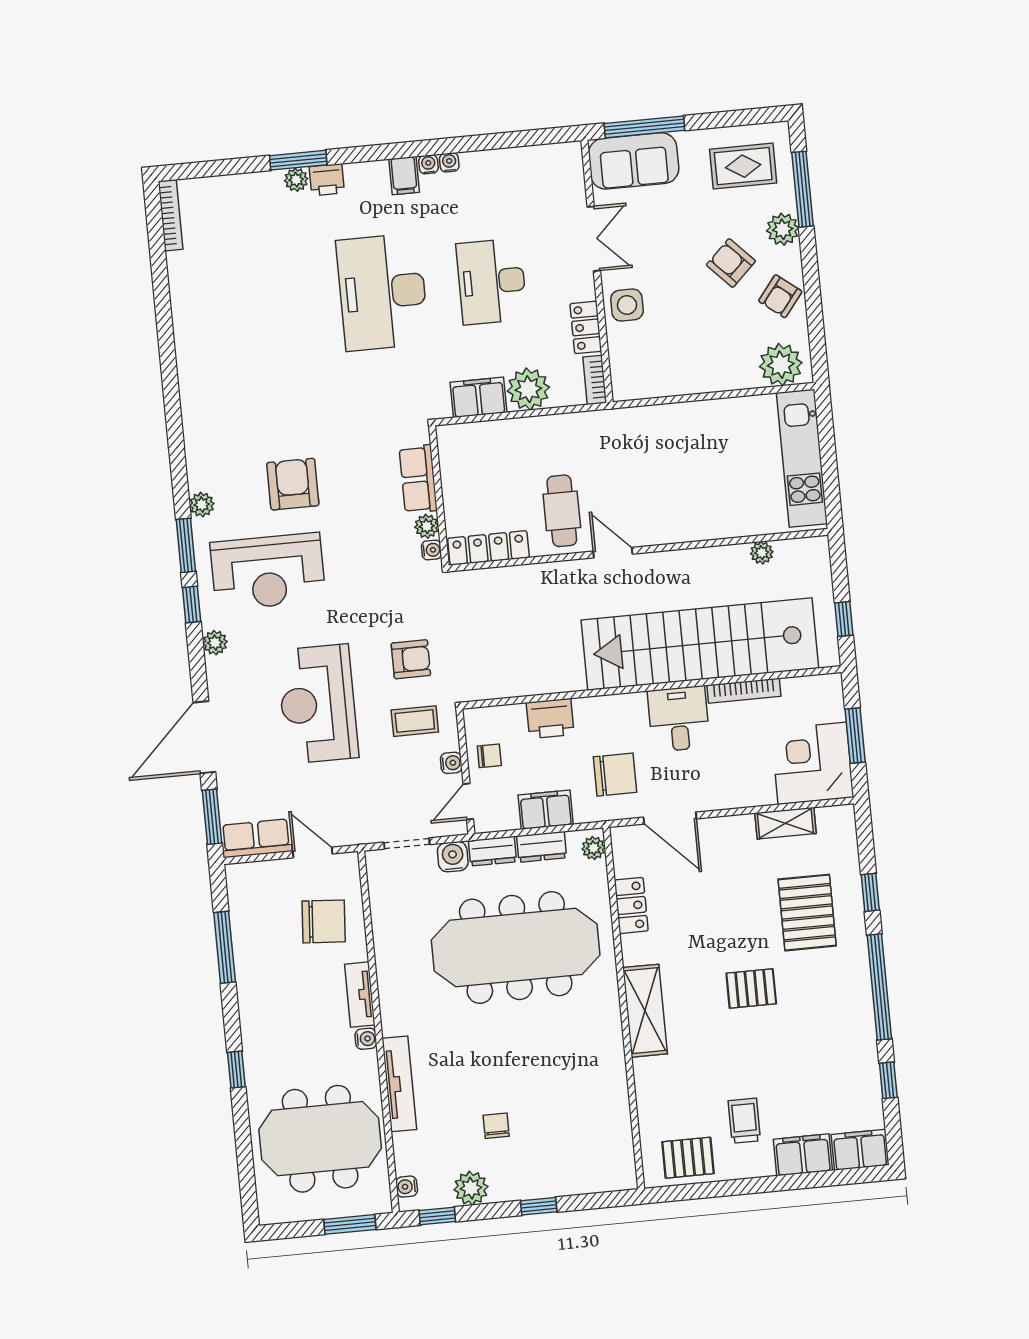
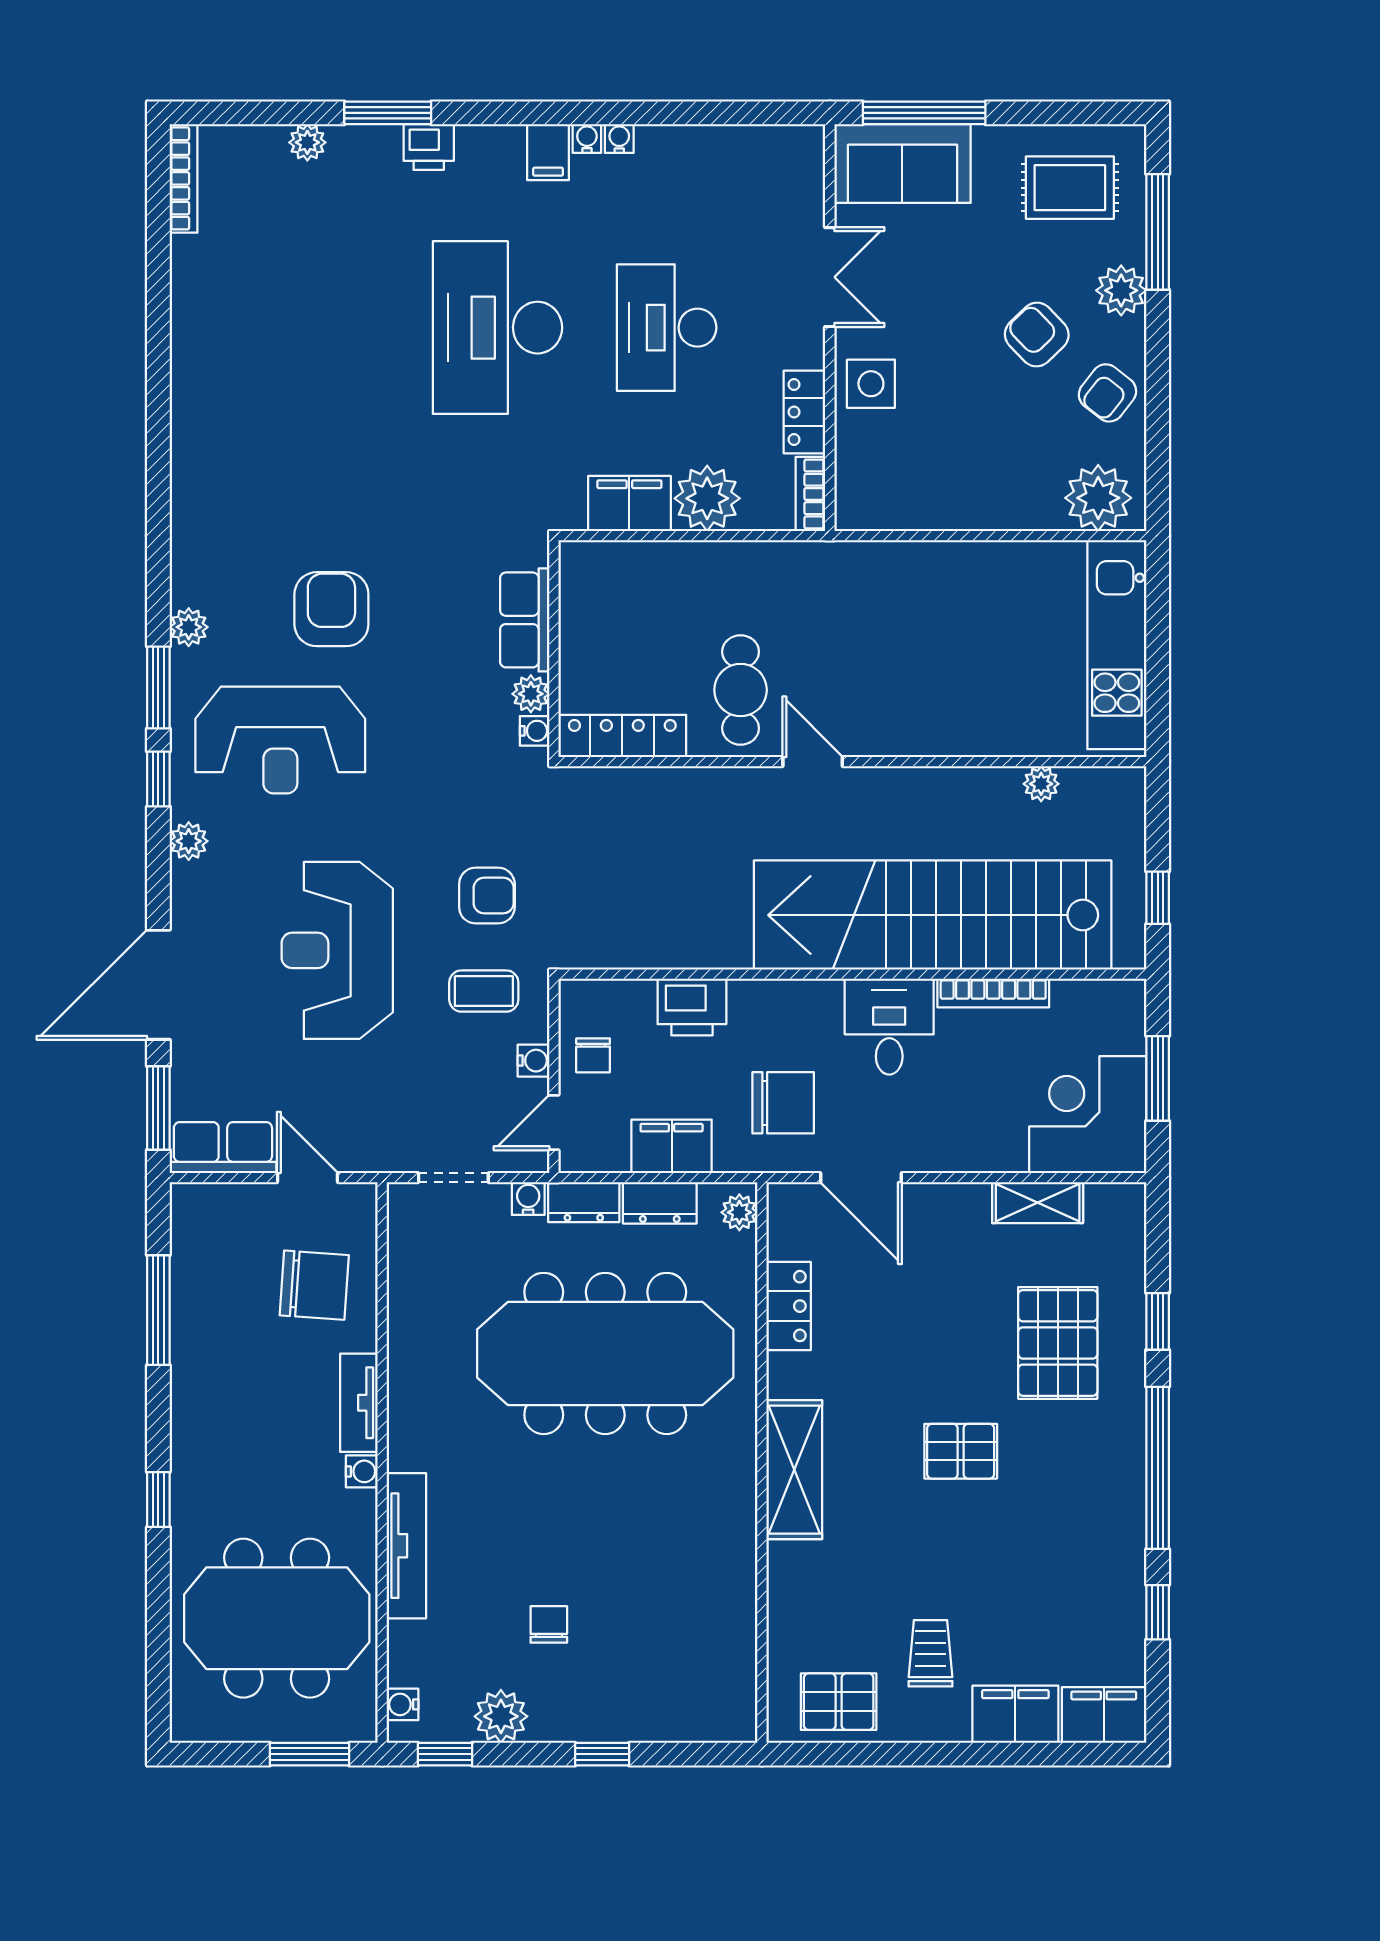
plant: (296, 180) -> (307, 142), moved
chair: (489, 756) -> (593, 1055), turned 90
water cooler: (453, 857) -> (528, 1199), width x0.72, depth x0.72

